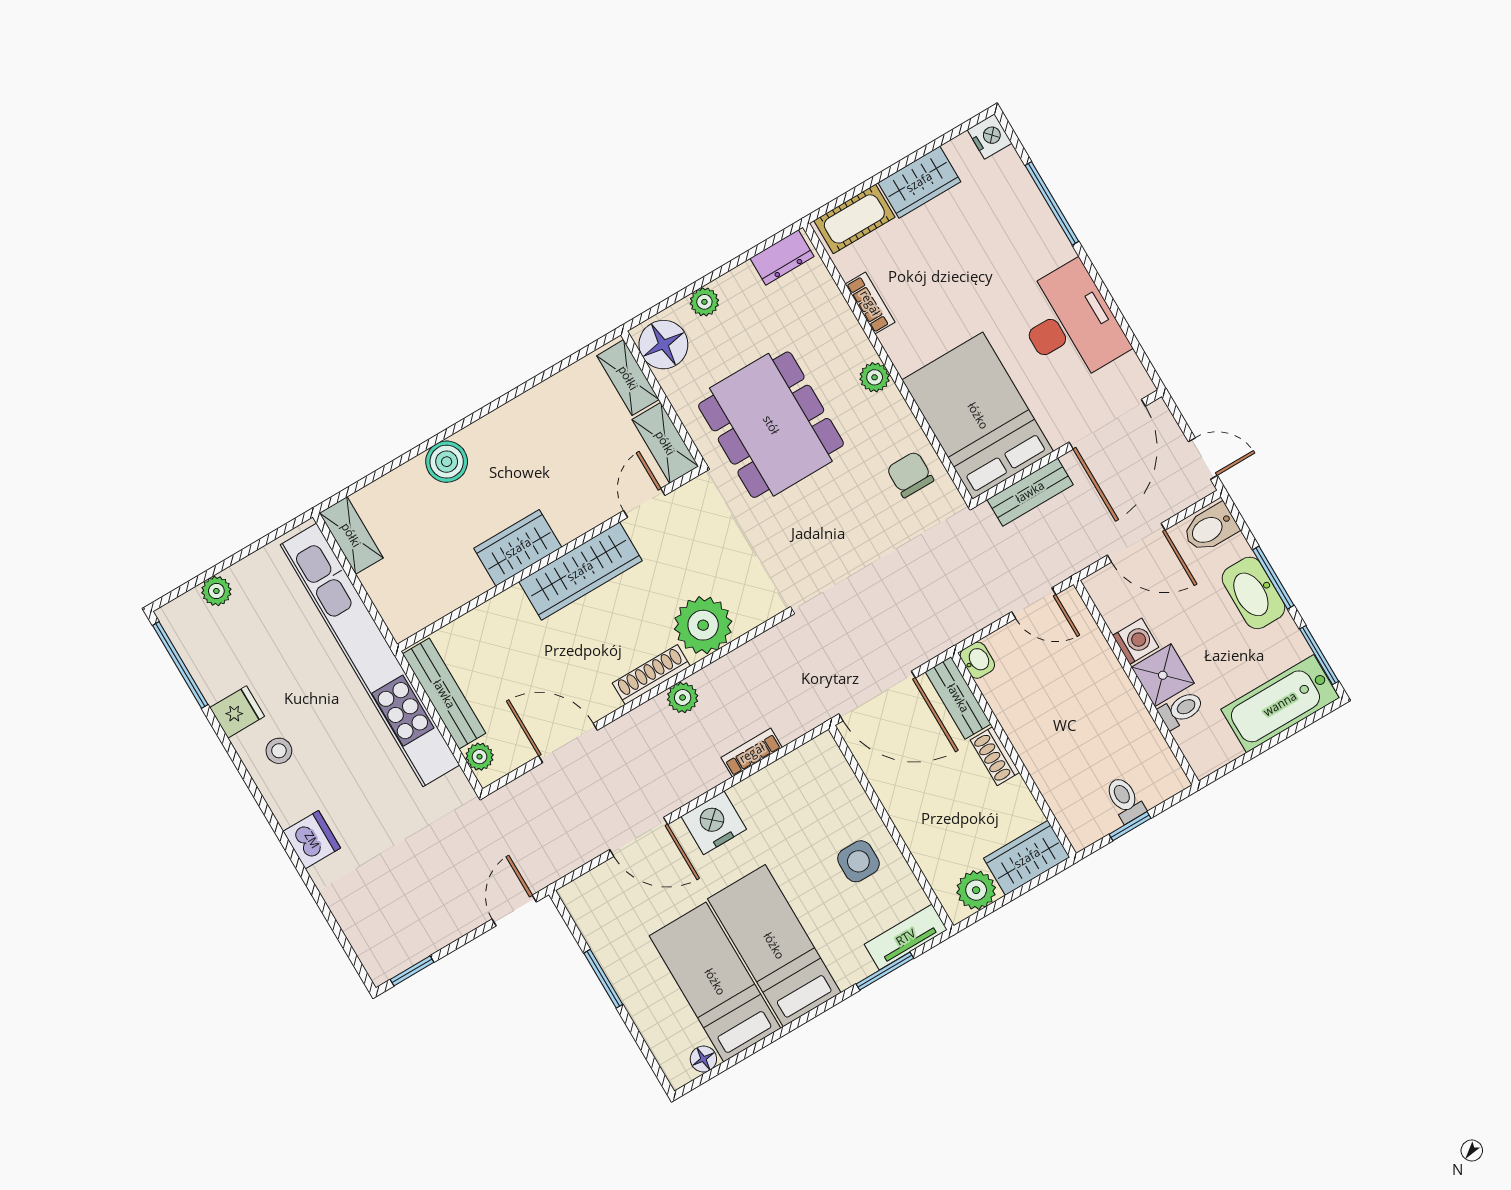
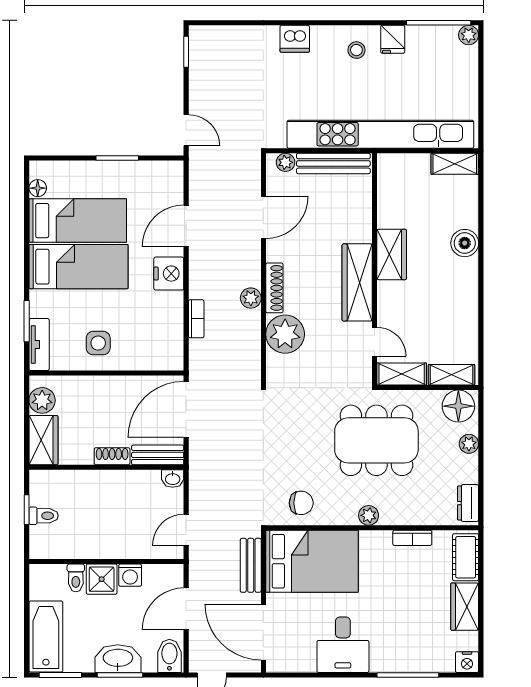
desk: (1070, 324) -> (343, 645), width x0.73
plant: (216, 591) -> (469, 35), moved

